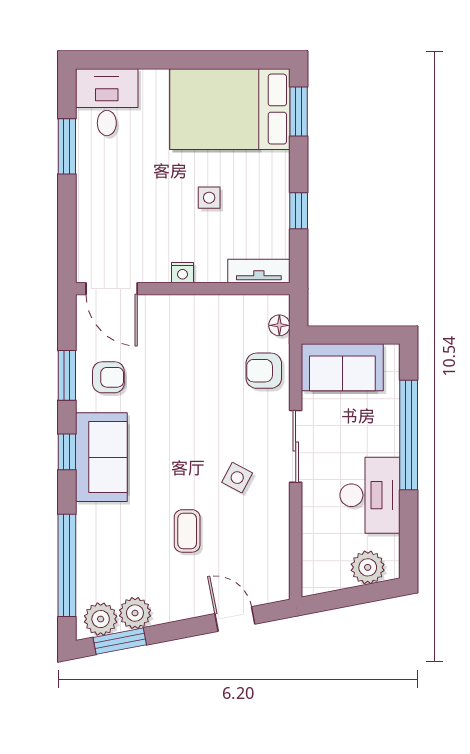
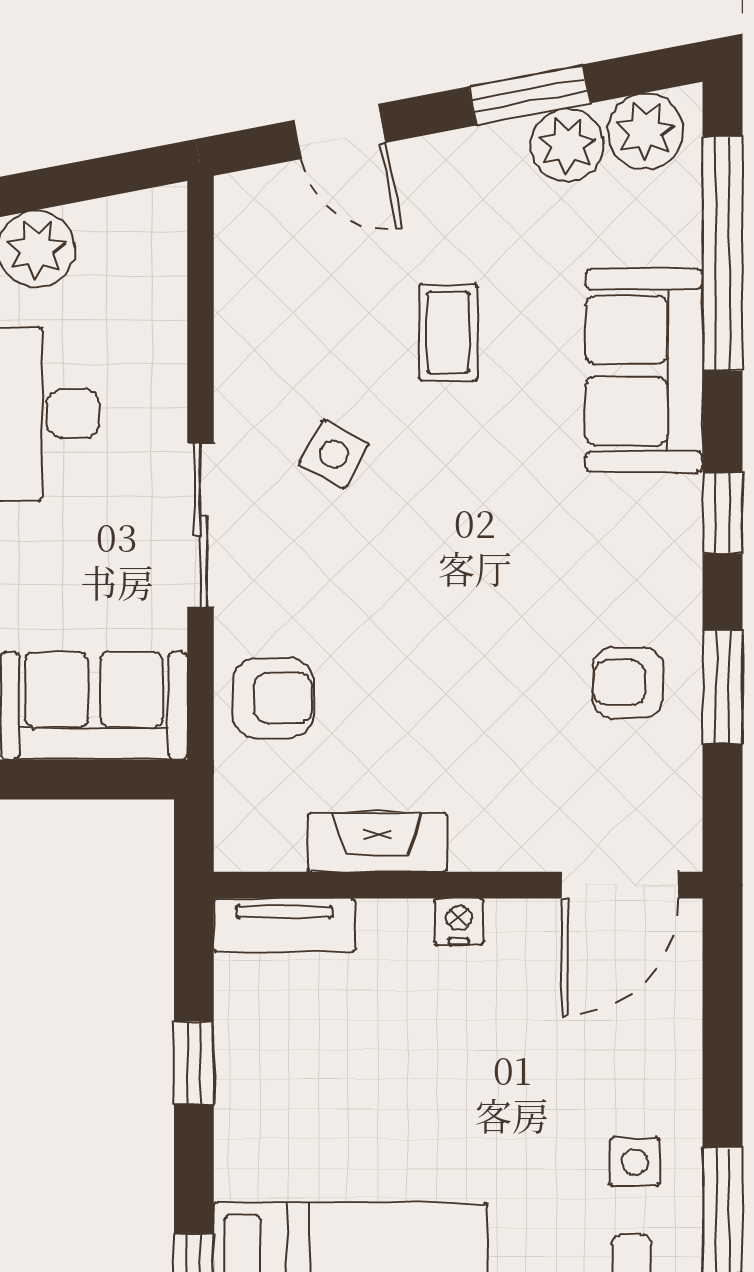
side table: (209, 198) -> (635, 1162), moved
door: (112, 289) -> (620, 885), swing flipped
fireplace: (218, 307) -> (377, 842), added
floor lamp: (279, 325) -> (238, 801), removed
sofa: (101, 457) -> (644, 370), moved
window: (120, 641) -> (530, 95), moved

